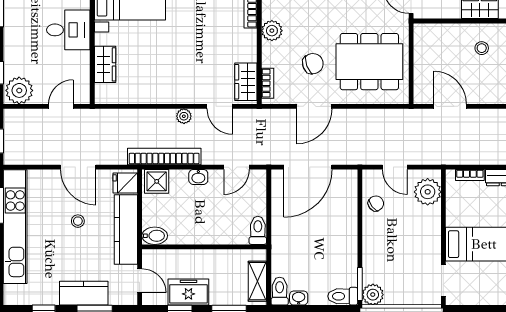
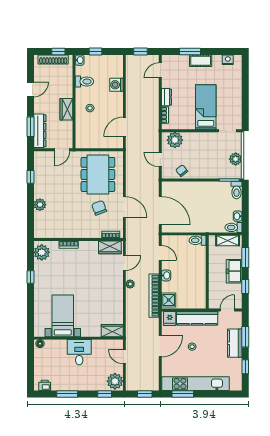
plant: (272, 31) -> (80, 232), removed
wardrobe: (105, 64) -> (112, 331), moved
door: (395, 167) -> (160, 159), swing flipped
bidet: (155, 236) -> (201, 301), removed
freezer: (188, 292) -> (234, 271), moved
plant: (373, 295) -> (236, 159), moved

